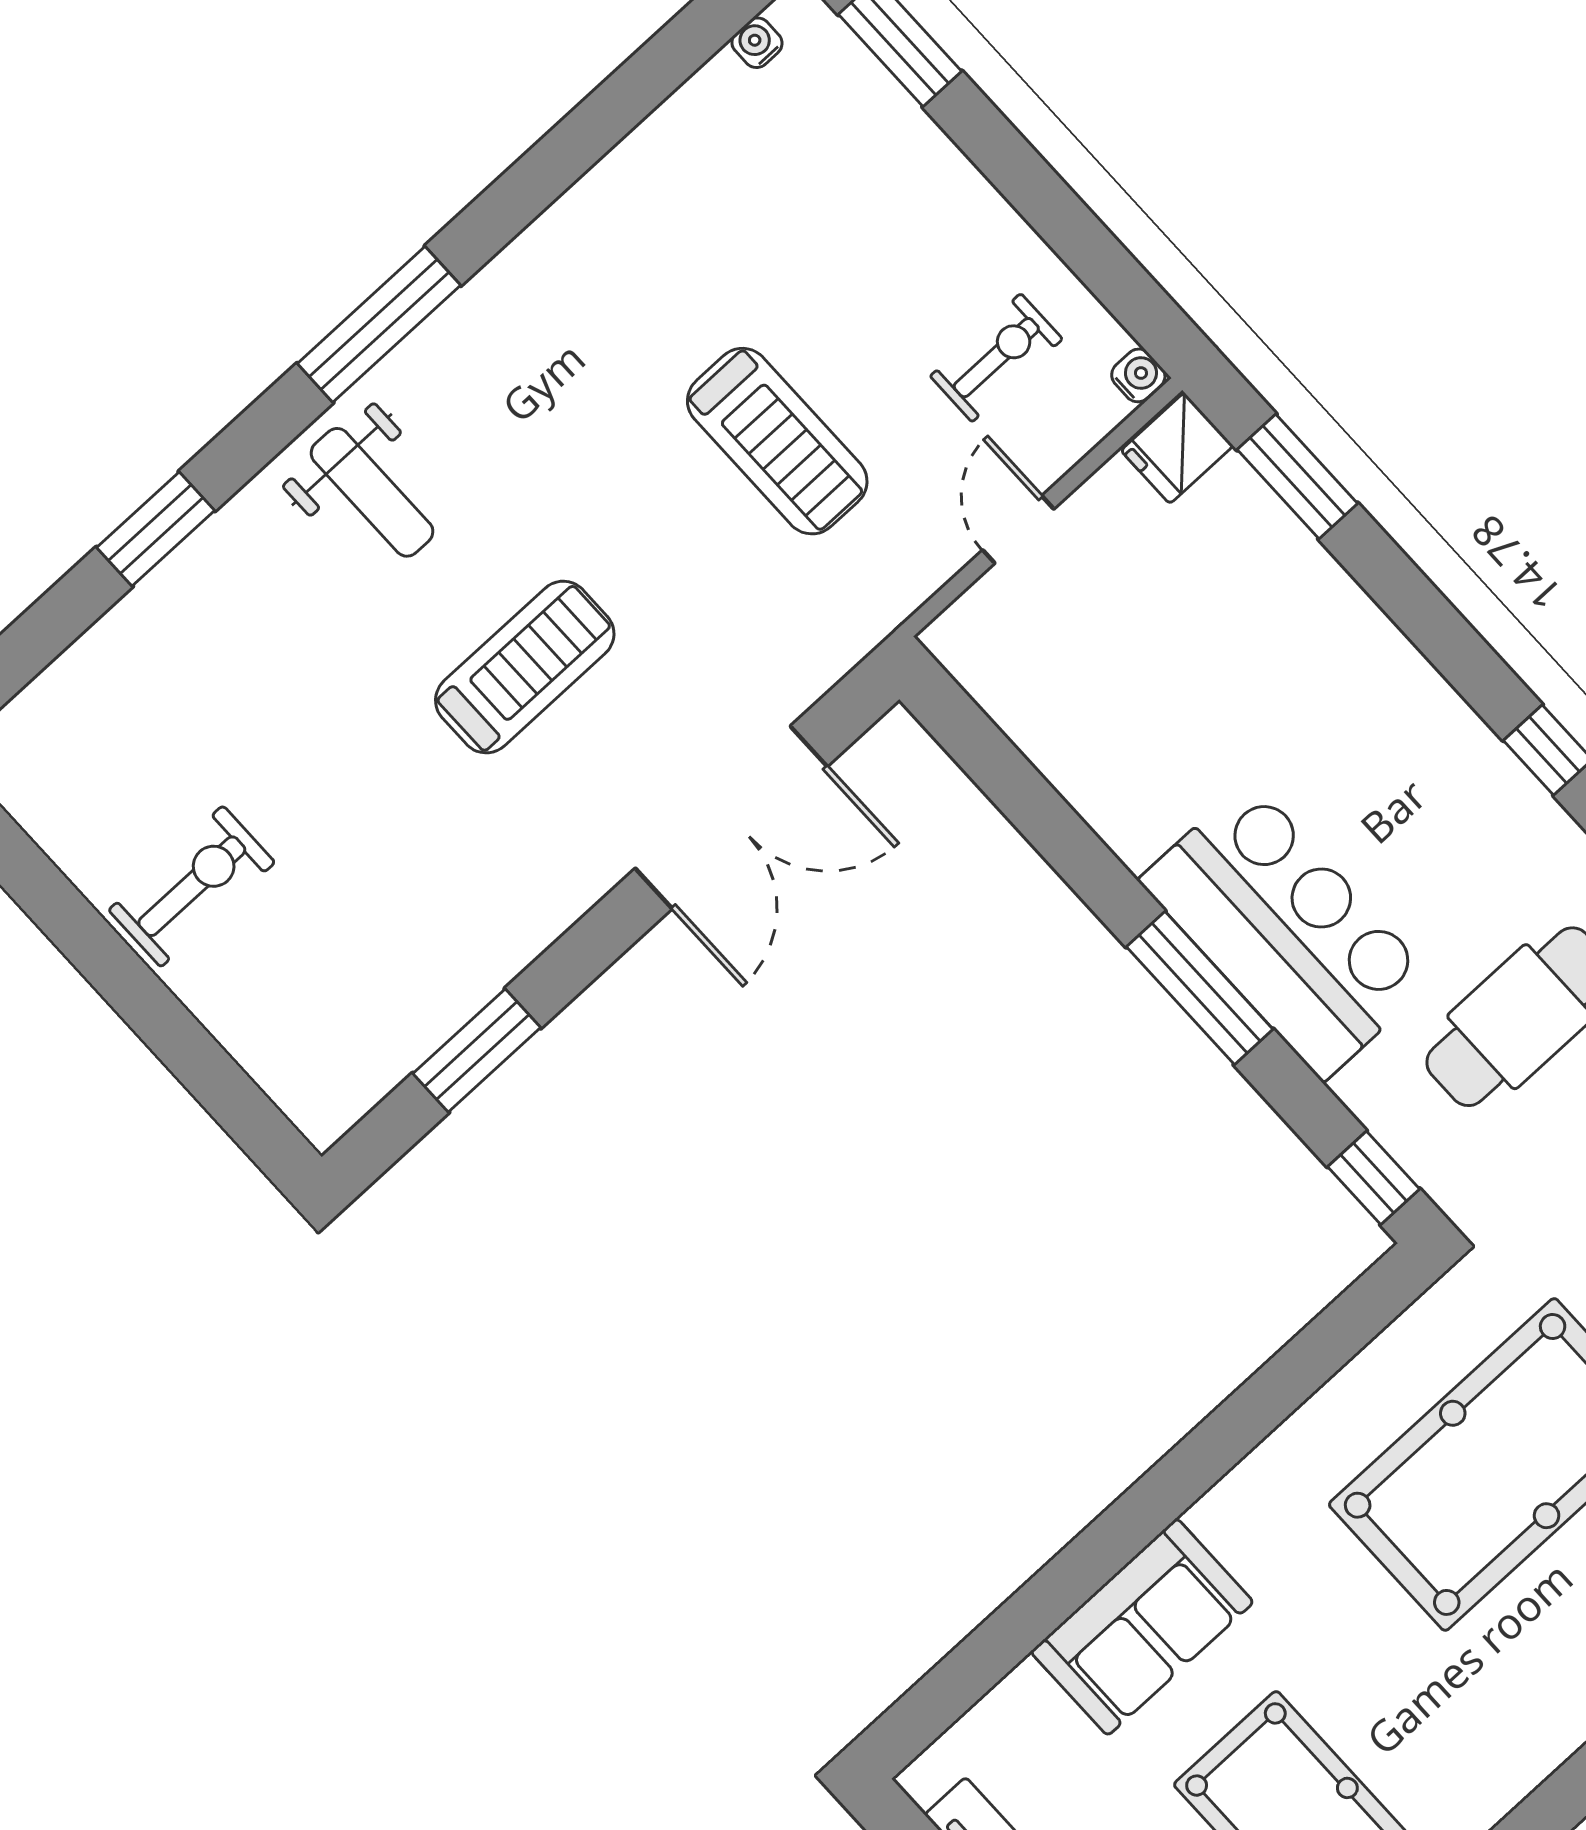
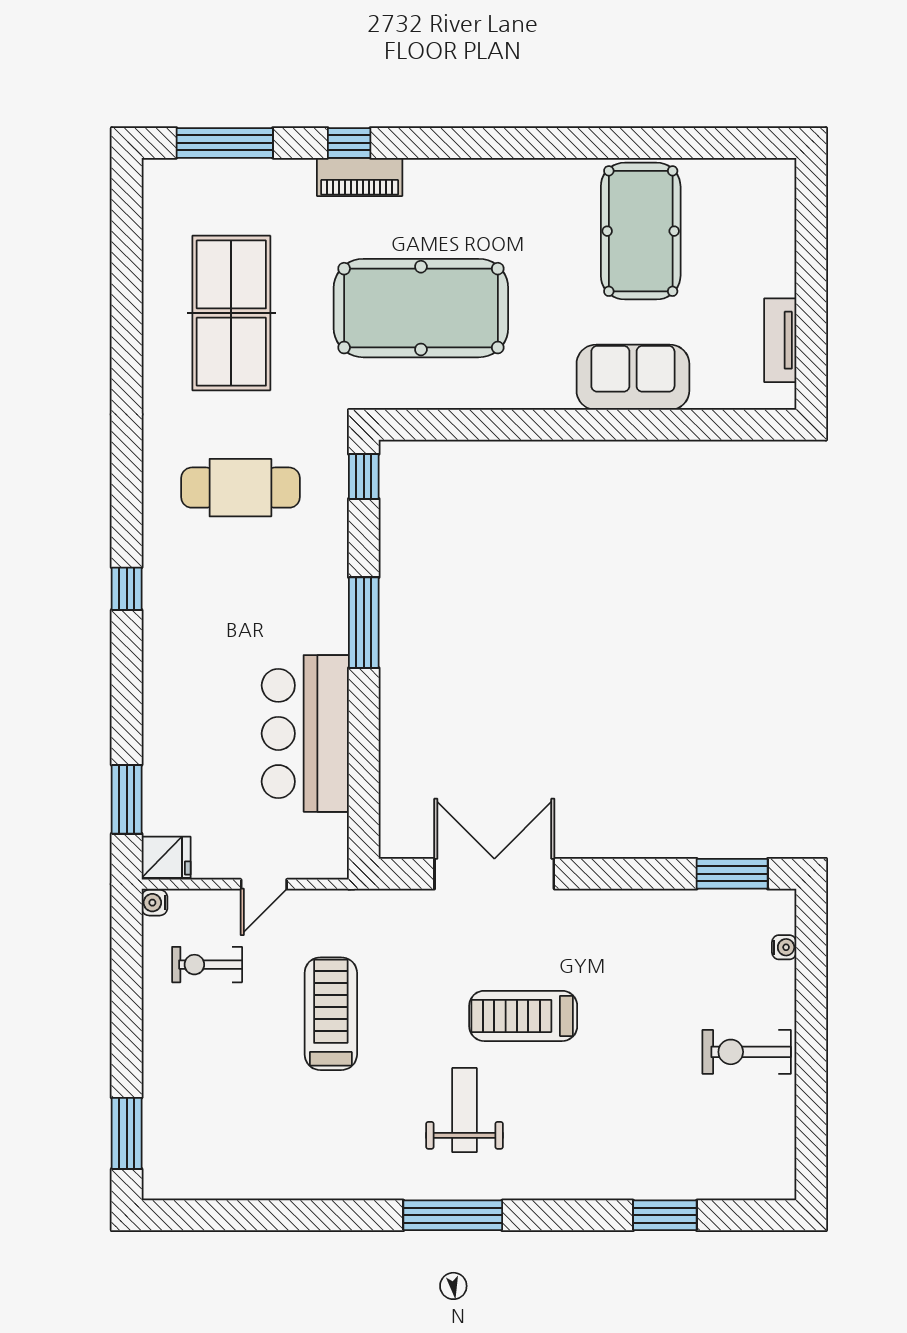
water cooler: (757, 43) -> (784, 947), moved, turned -90
weight bench: (372, 492) -> (465, 1110), moved
window: (156, 529) -> (665, 1215), moved
bar counter: (1286, 930) -> (305, 733), moved
window: (477, 1051) -> (732, 874), moved

